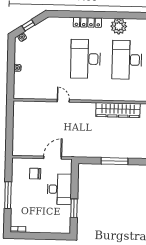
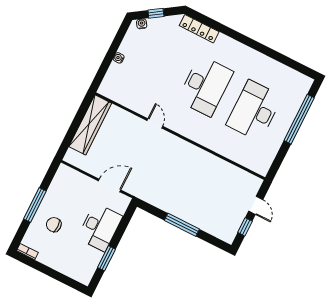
locker: (87, 22) -> (199, 29), moved
plant: (119, 26) -> (264, 66), removed
desk: (86, 59) -> (205, 86), turned 180
wardrobe: (118, 110) -> (90, 125), moved, turned -90
chair: (35, 174) -> (54, 225), moved

